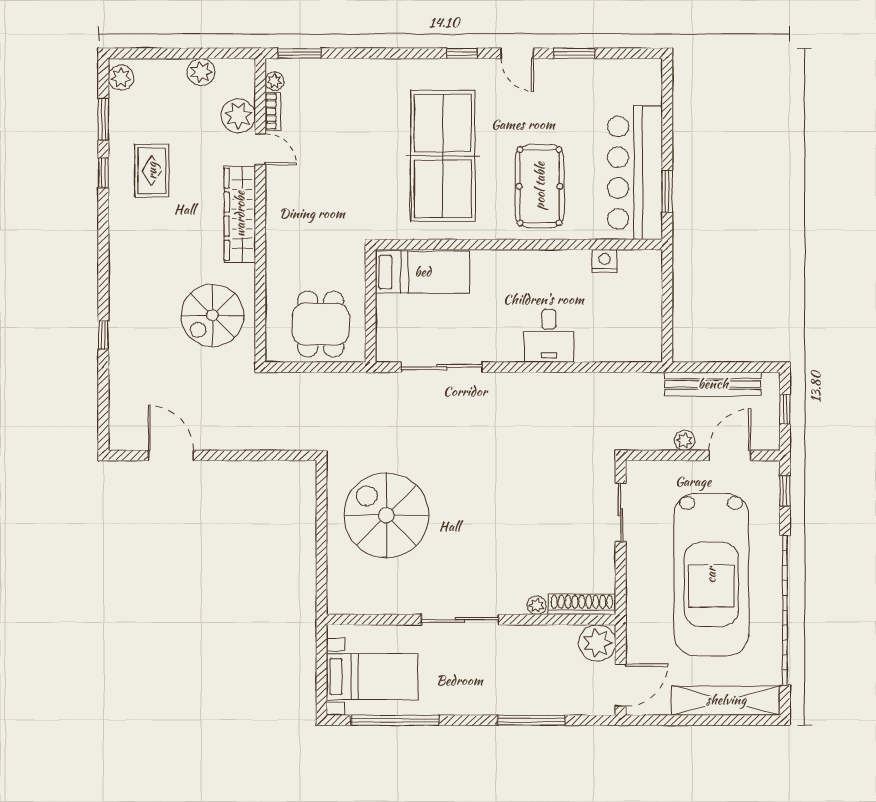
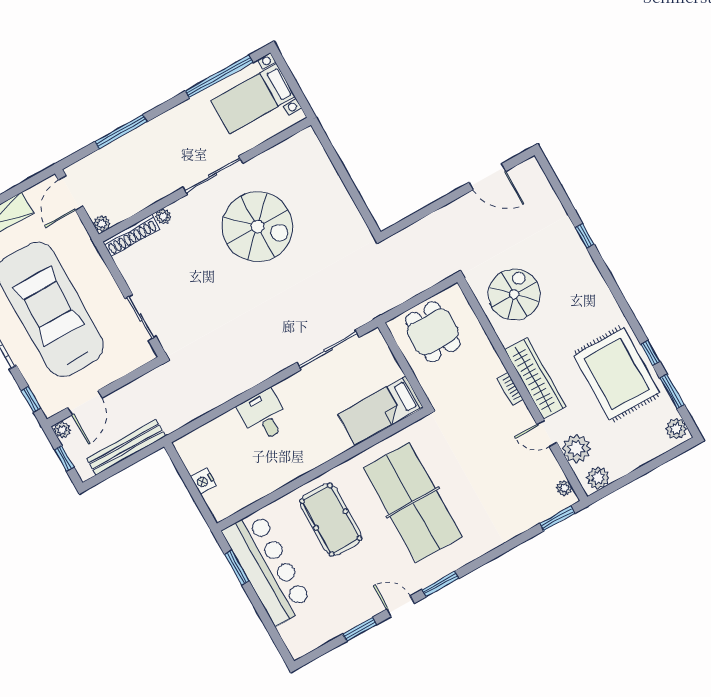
window: (462, 53) -> (440, 584), width x1.50
plant: (201, 72) -> (598, 478), moved
bookcase: (273, 111) -> (510, 389), moved
rug: (152, 171) -> (616, 374), width x1.86, depth x2.06
nightstand: (605, 261) -> (204, 481), moved, turned 90
plant: (685, 440) -> (62, 430), moved
spiral stairs: (386, 515) -> (257, 227), moved
plant: (597, 643) -> (102, 224), width x0.53, depth x0.53

